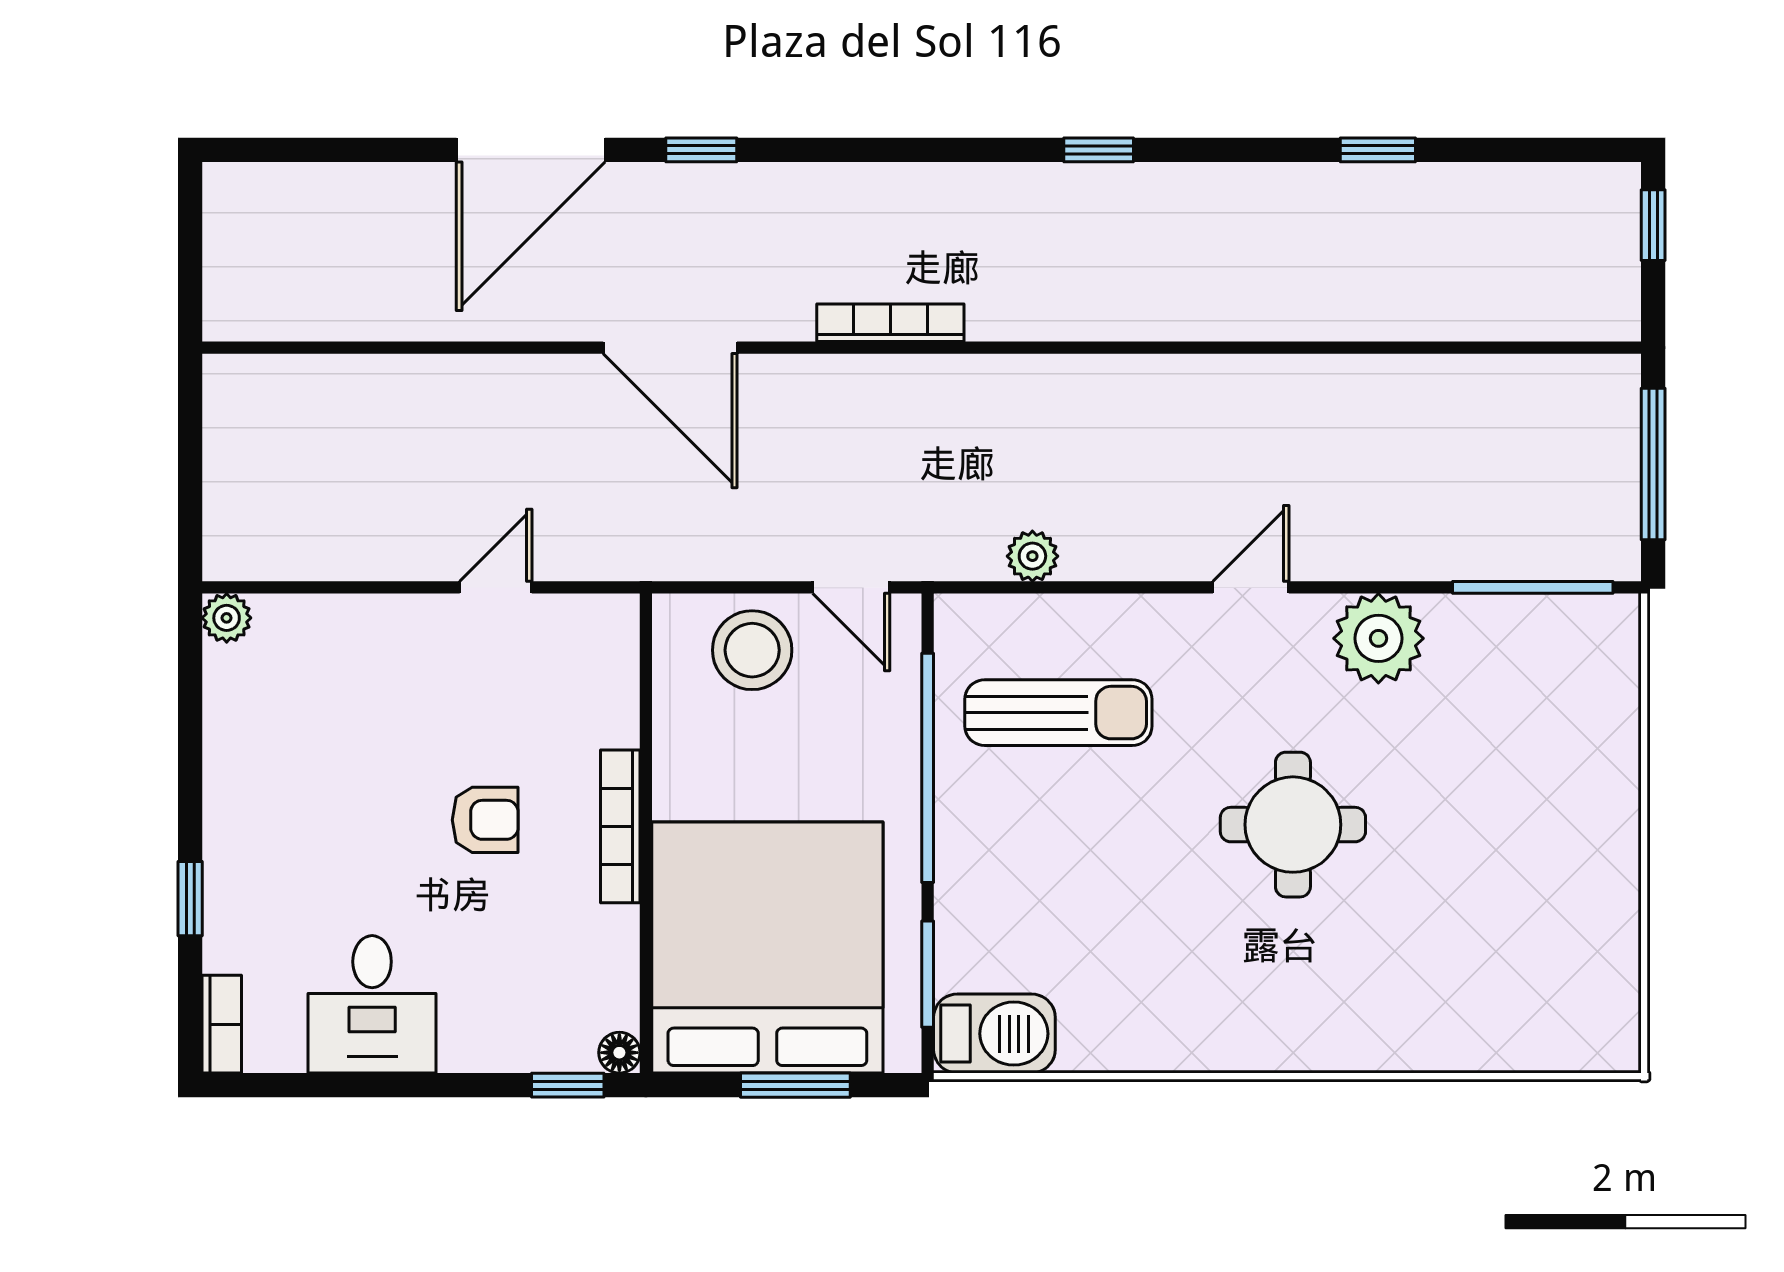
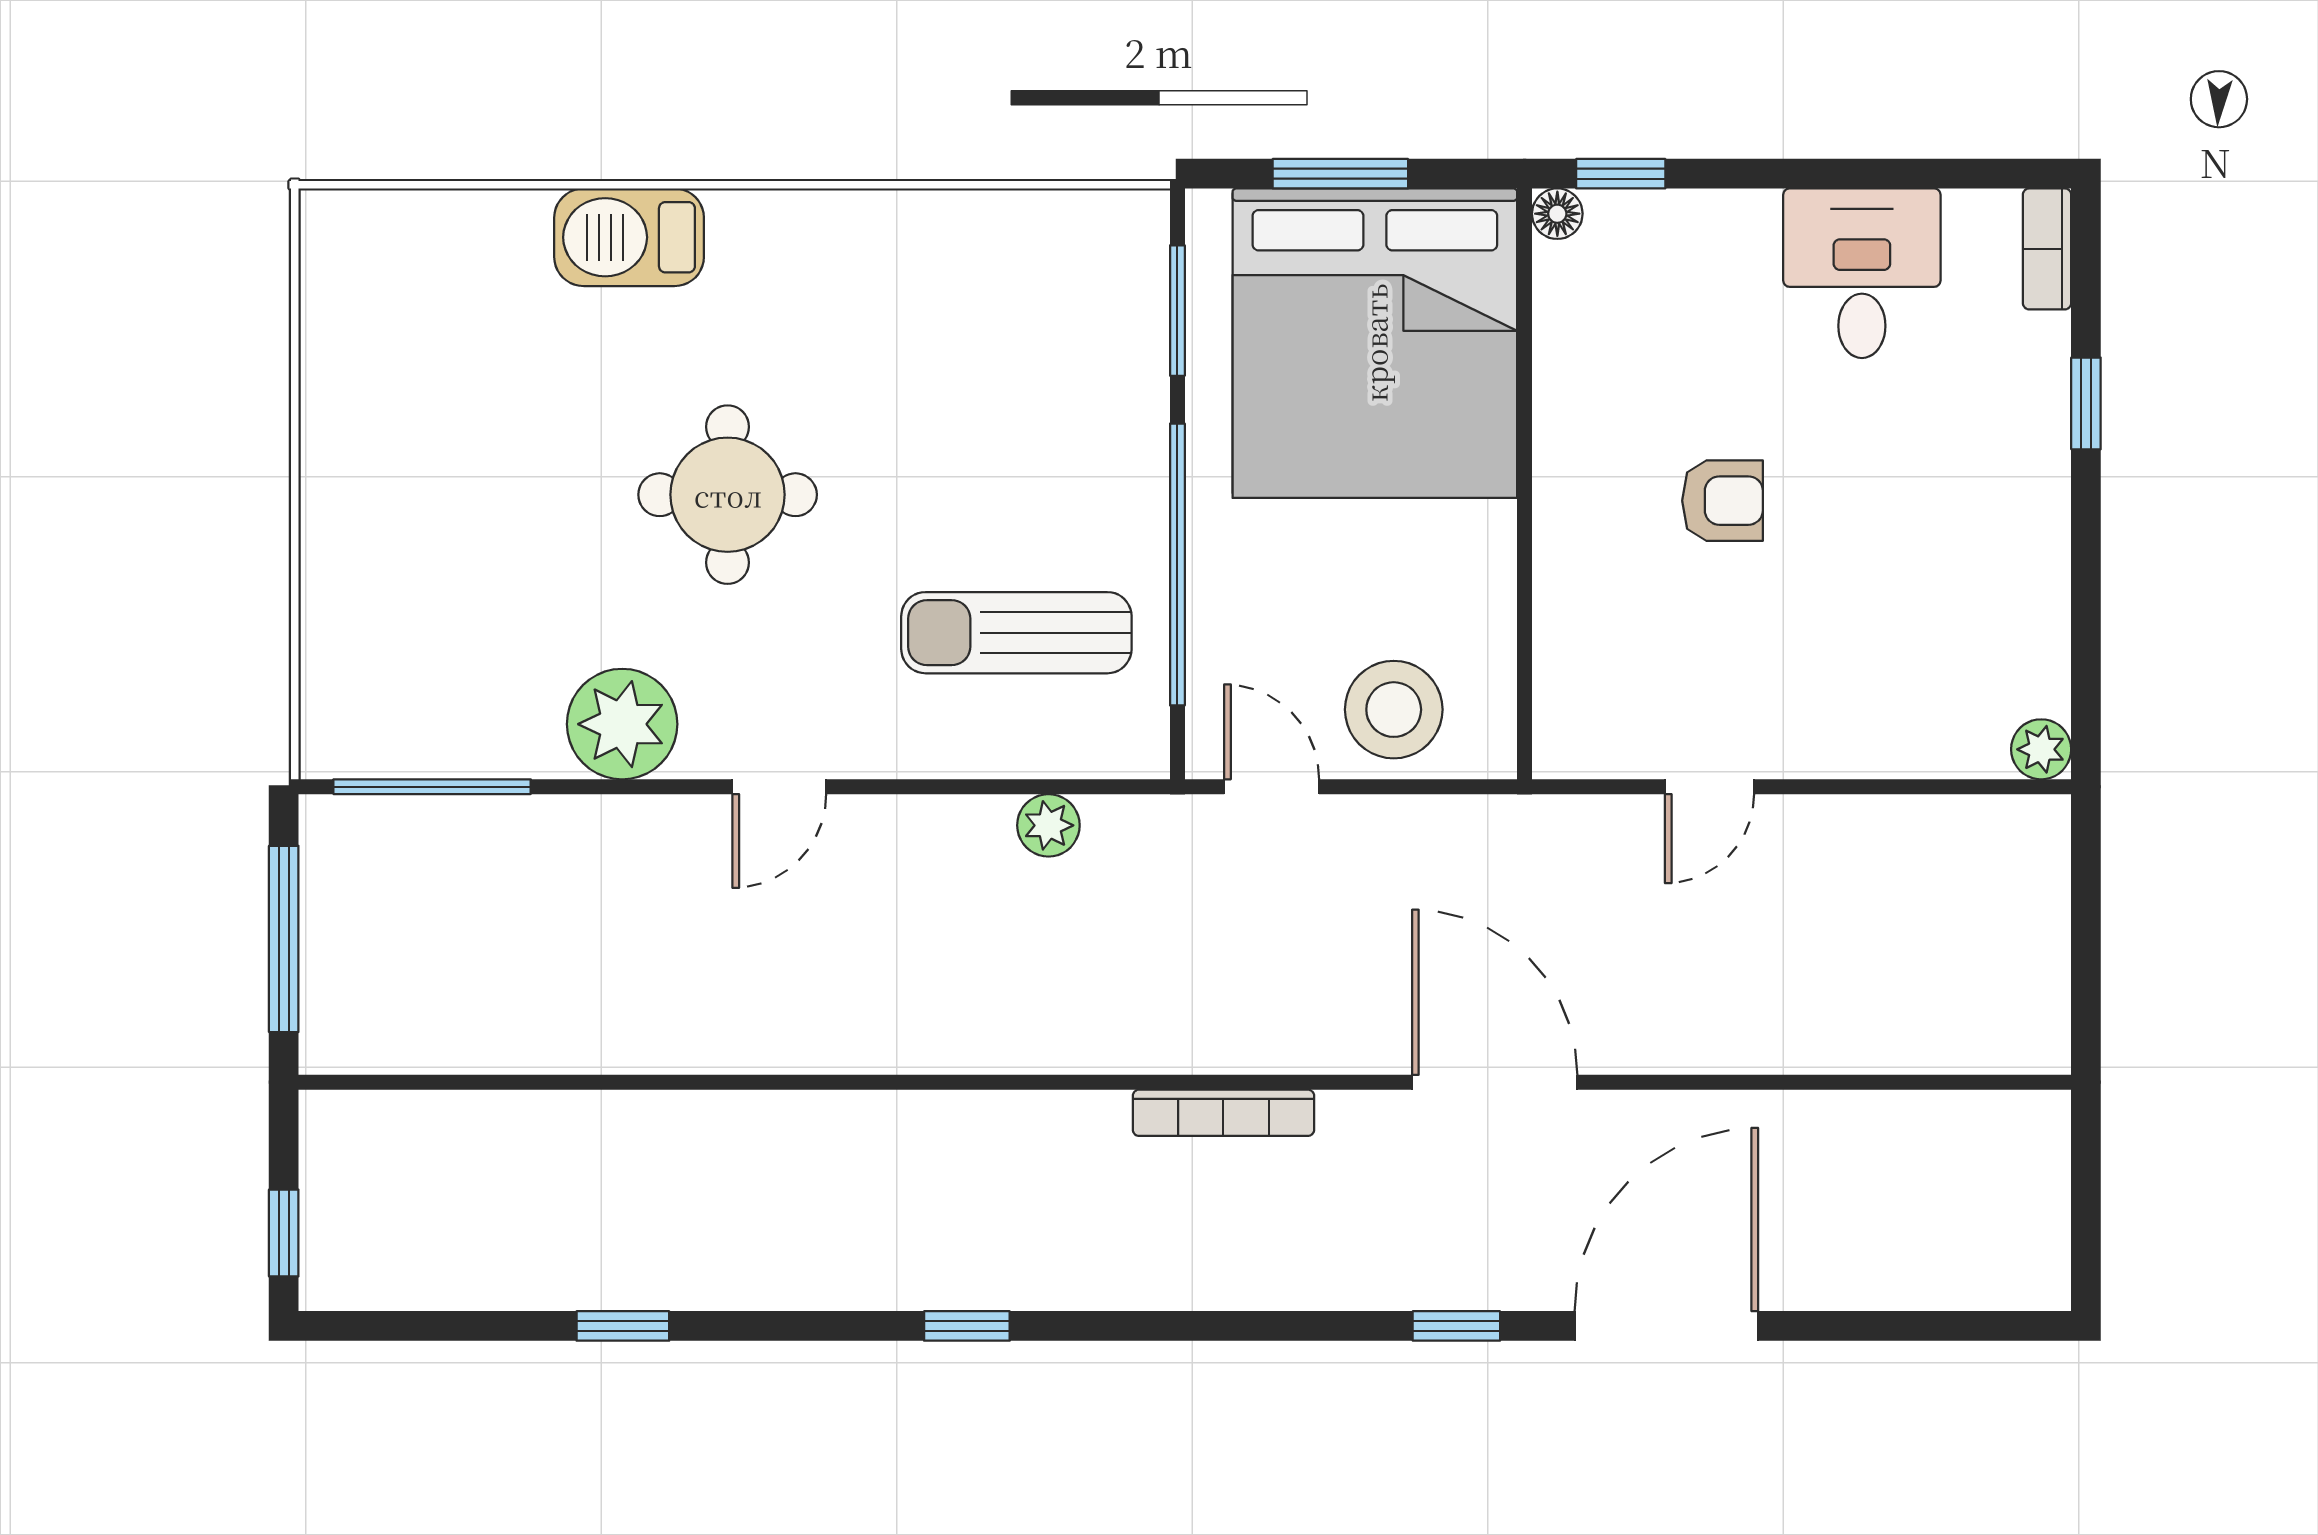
armchair: (485, 820) -> (1723, 501), turned 180
bookcase: (620, 826) -> (1556, 493), removed
barbecue: (994, 1034) -> (629, 237), moved

